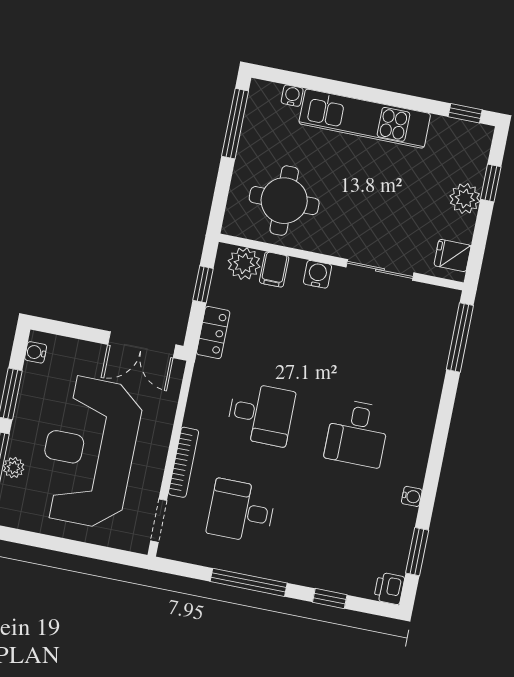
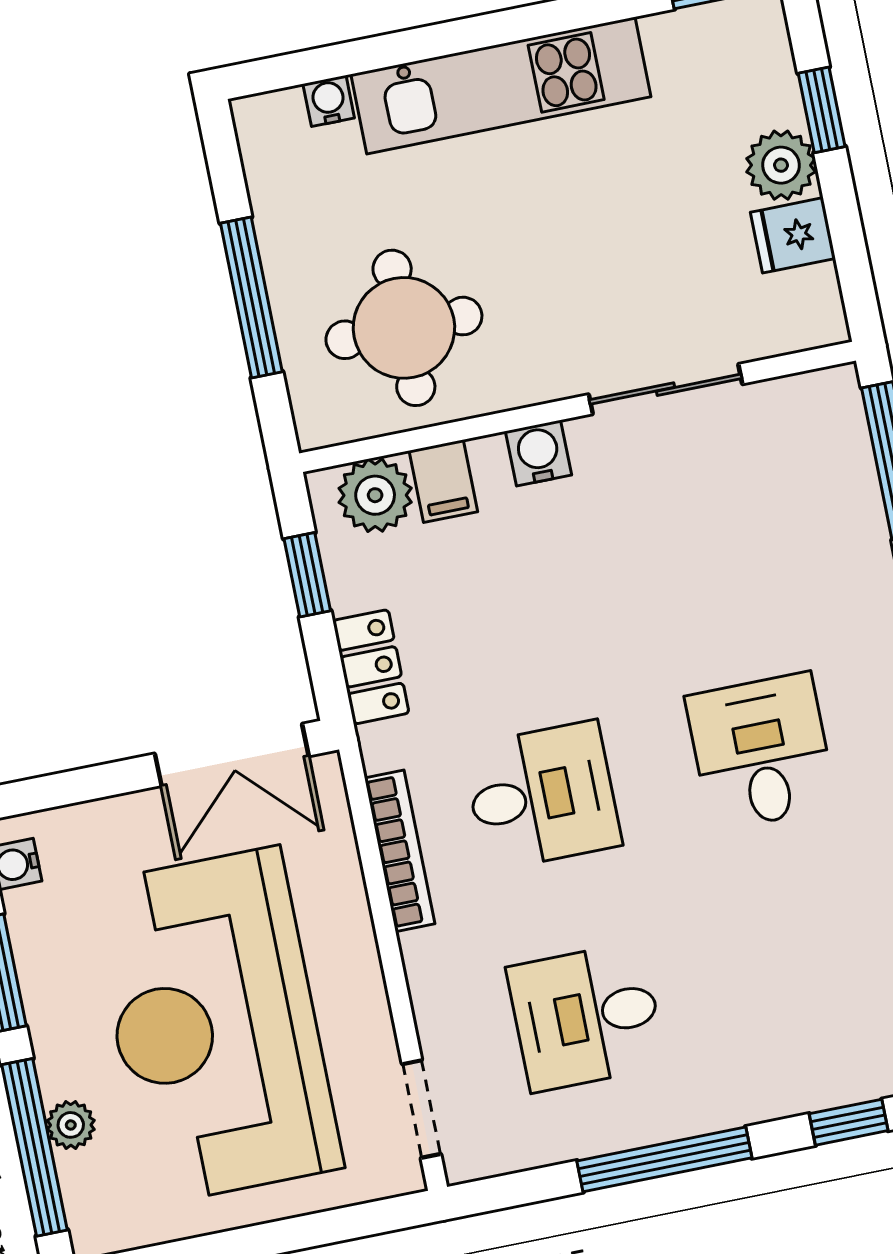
window: (235, 124) -> (251, 298), moved
fridge: (452, 256) -> (793, 235), moved
desk: (357, 433) -> (761, 752), turned 180
bookcase: (184, 462) -> (400, 851), moved

